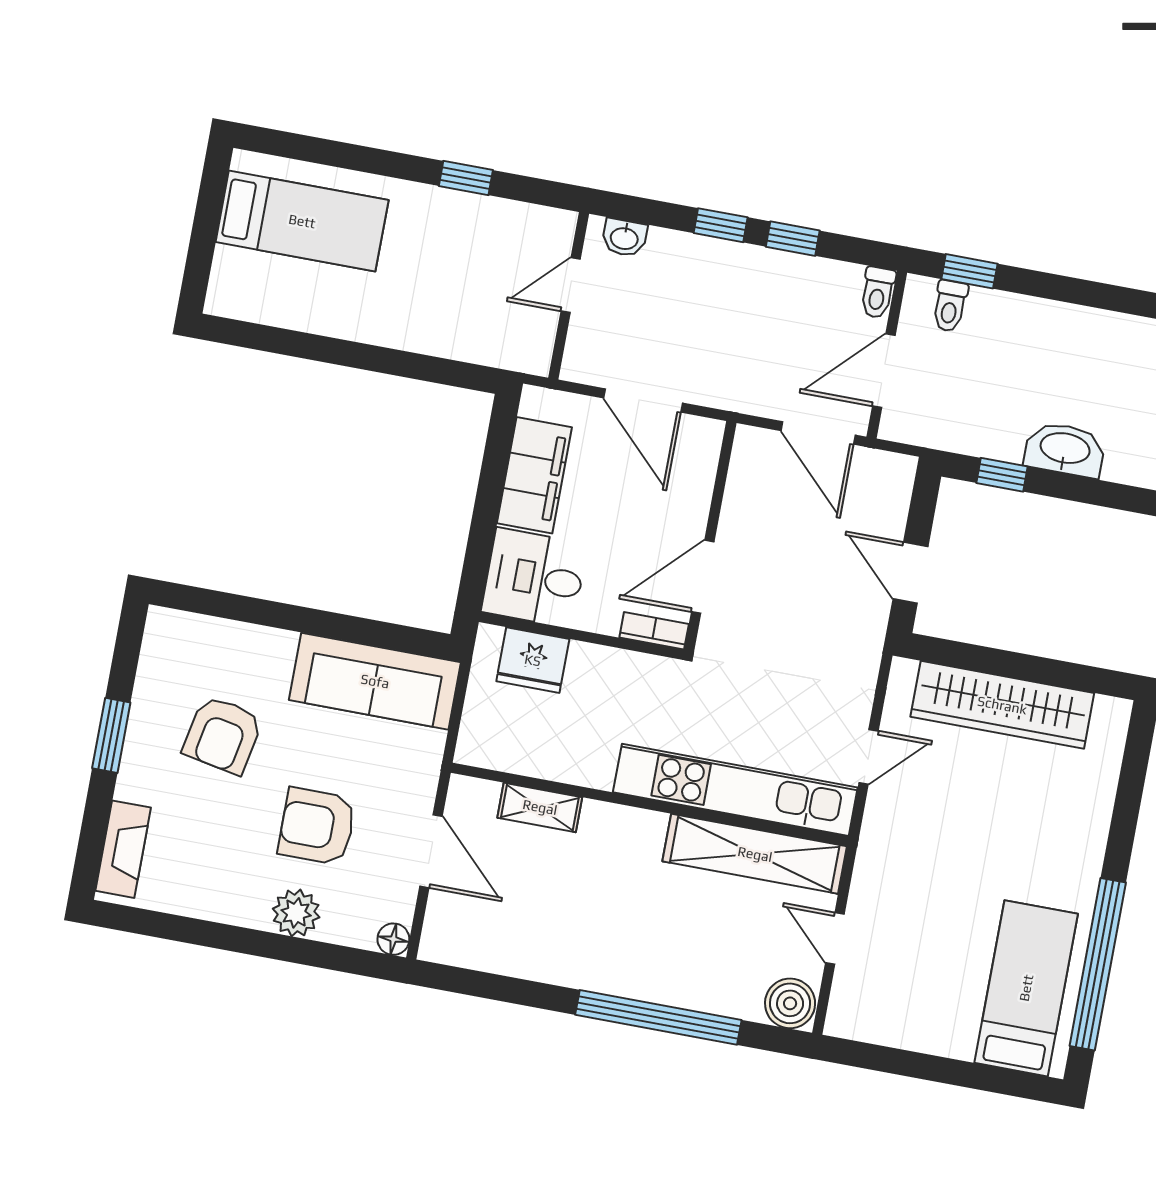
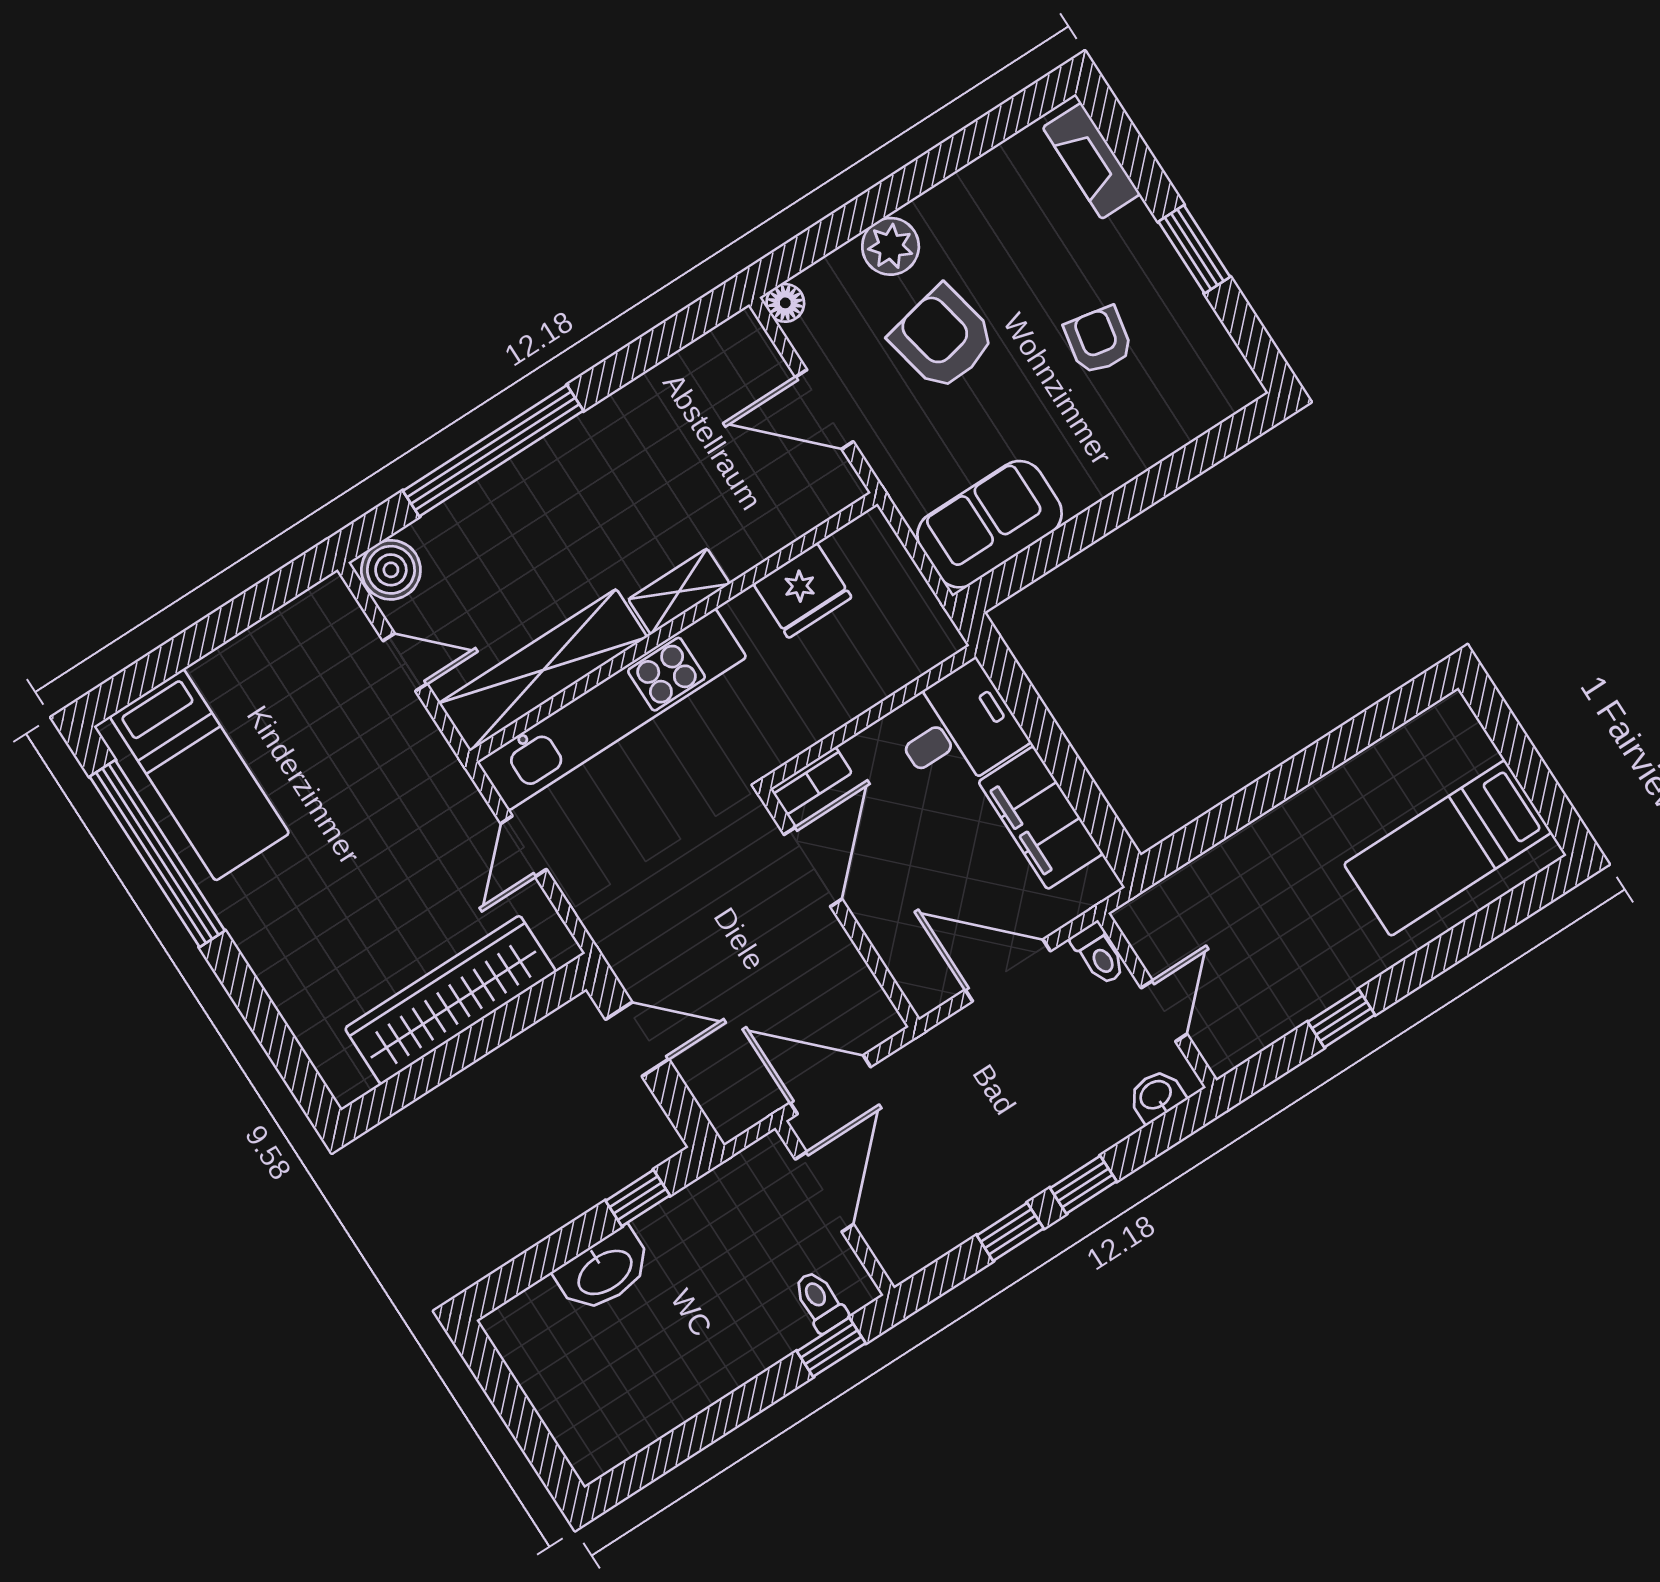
toilet: (878, 292) -> (1099, 954), moved, turned 180
fridge: (533, 660) -> (802, 591), moved, turned 180
sofa: (375, 681) -> (990, 524), width x0.73
armchair: (223, 735) -> (1098, 340), width x0.72, depth x0.72
shelving: (540, 807) -> (679, 592), moved
armchair: (317, 826) -> (943, 338), turned -102

